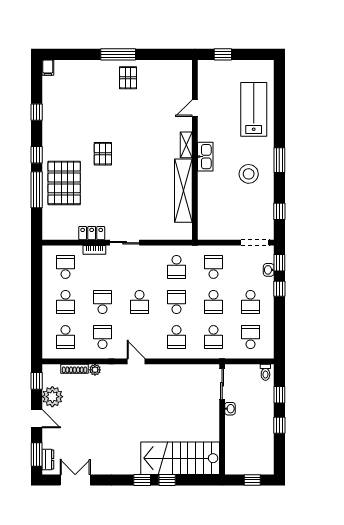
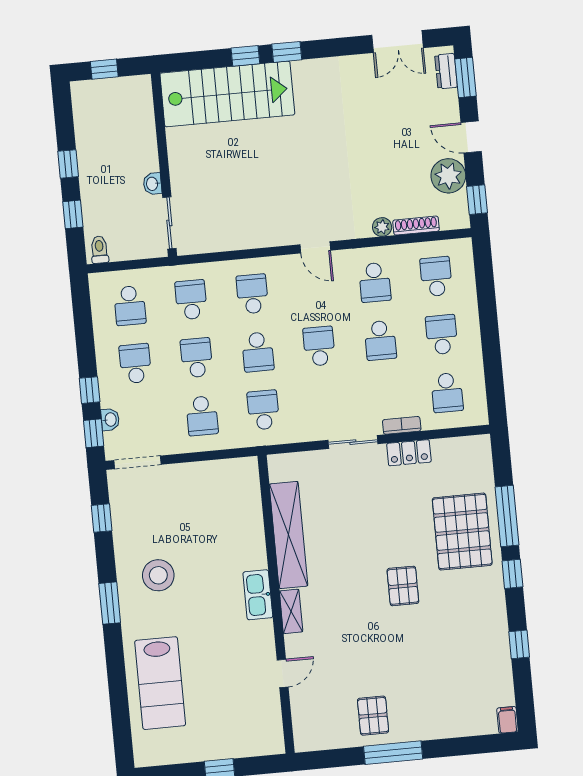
door: (195, 108) -> (283, 673), moved
shelving: (186, 145) -> (291, 611), moved
wall: (195, 150) -> (276, 604), moved
kitchen sink: (205, 157) -> (258, 595), moved
shelving: (183, 191) -> (289, 535), moved

